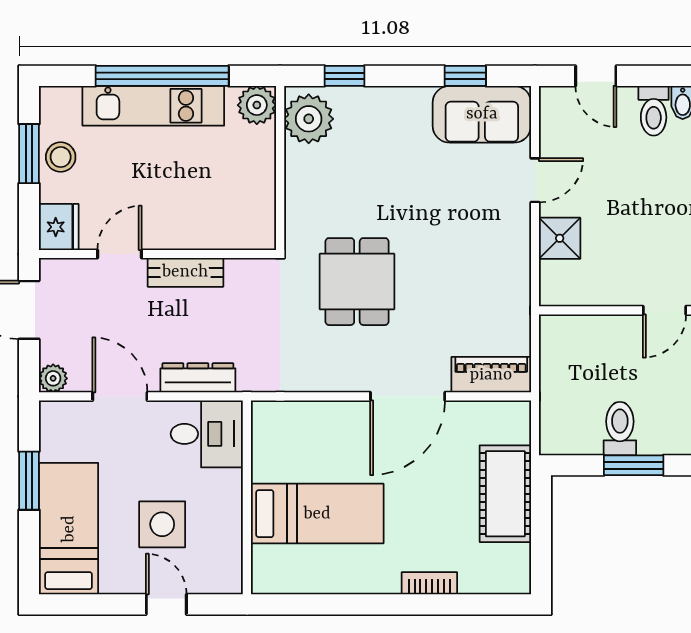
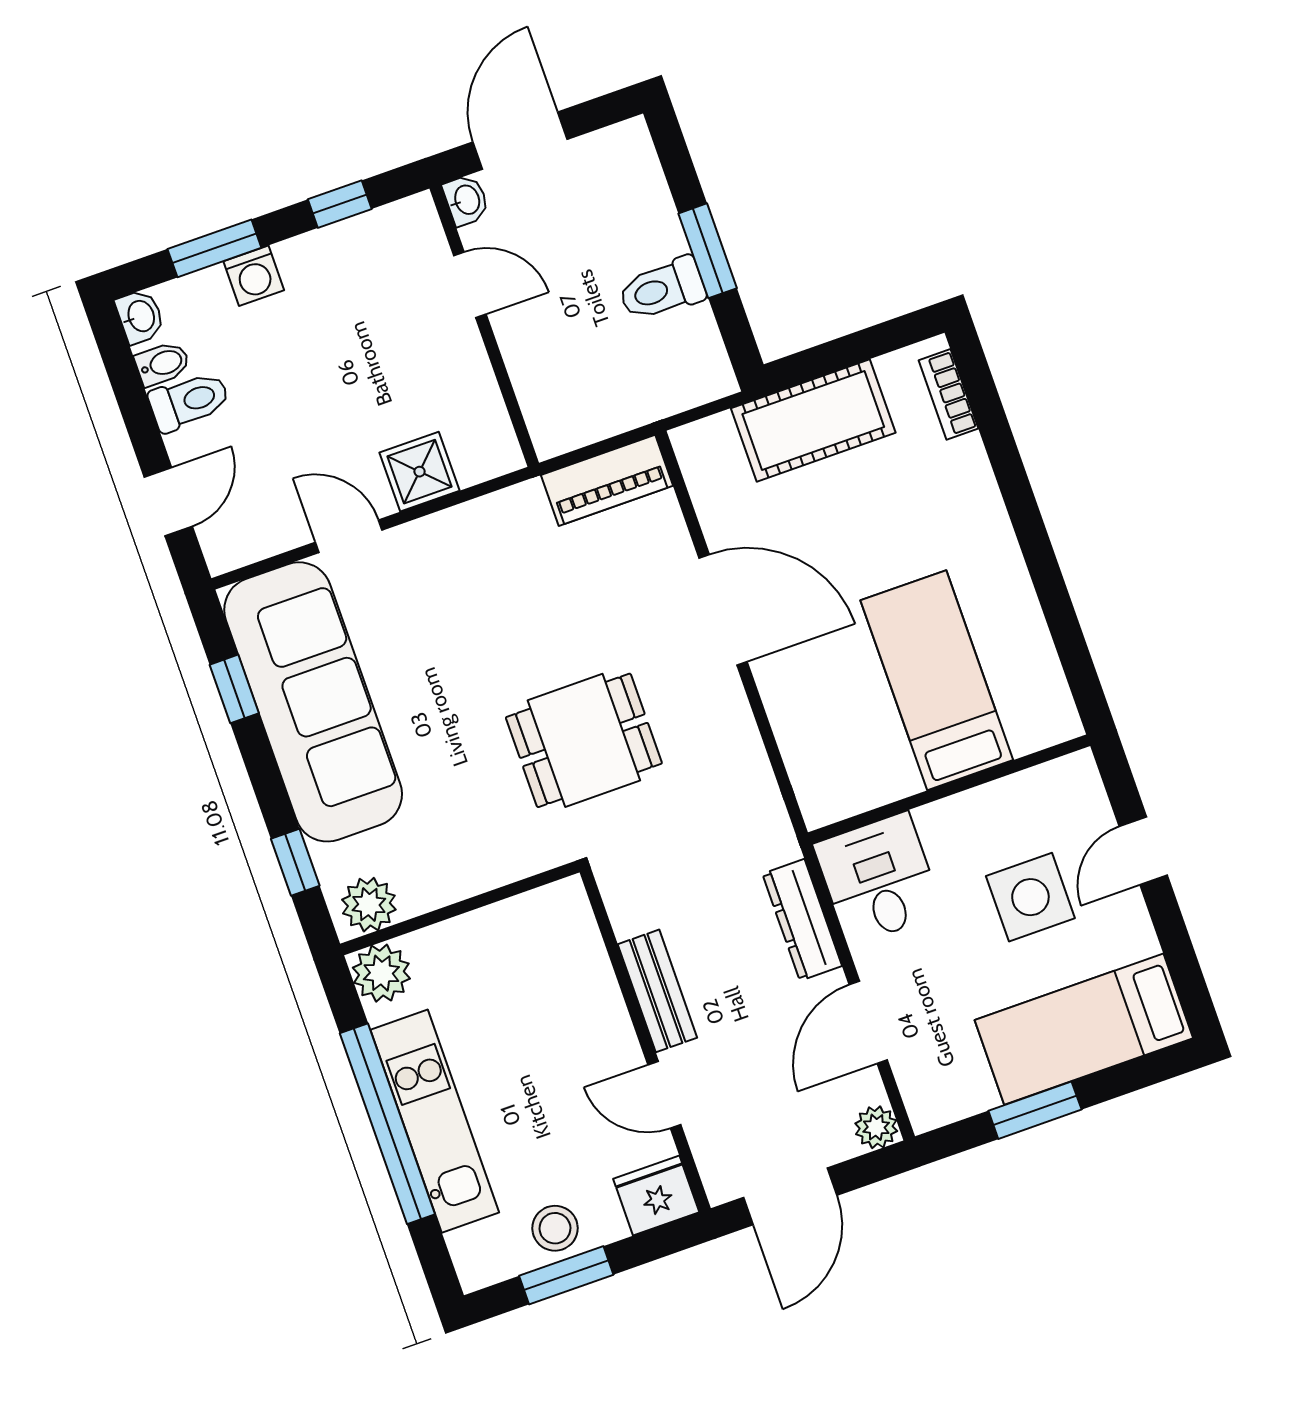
sofa: (482, 114) -> (313, 702), width x1.85, depth x1.27
plant: (309, 119) -> (369, 905), width x0.73, depth x0.73
piano: (491, 375) -> (607, 480), moved, turned -90
bookcase: (429, 583) -> (948, 394), moved

